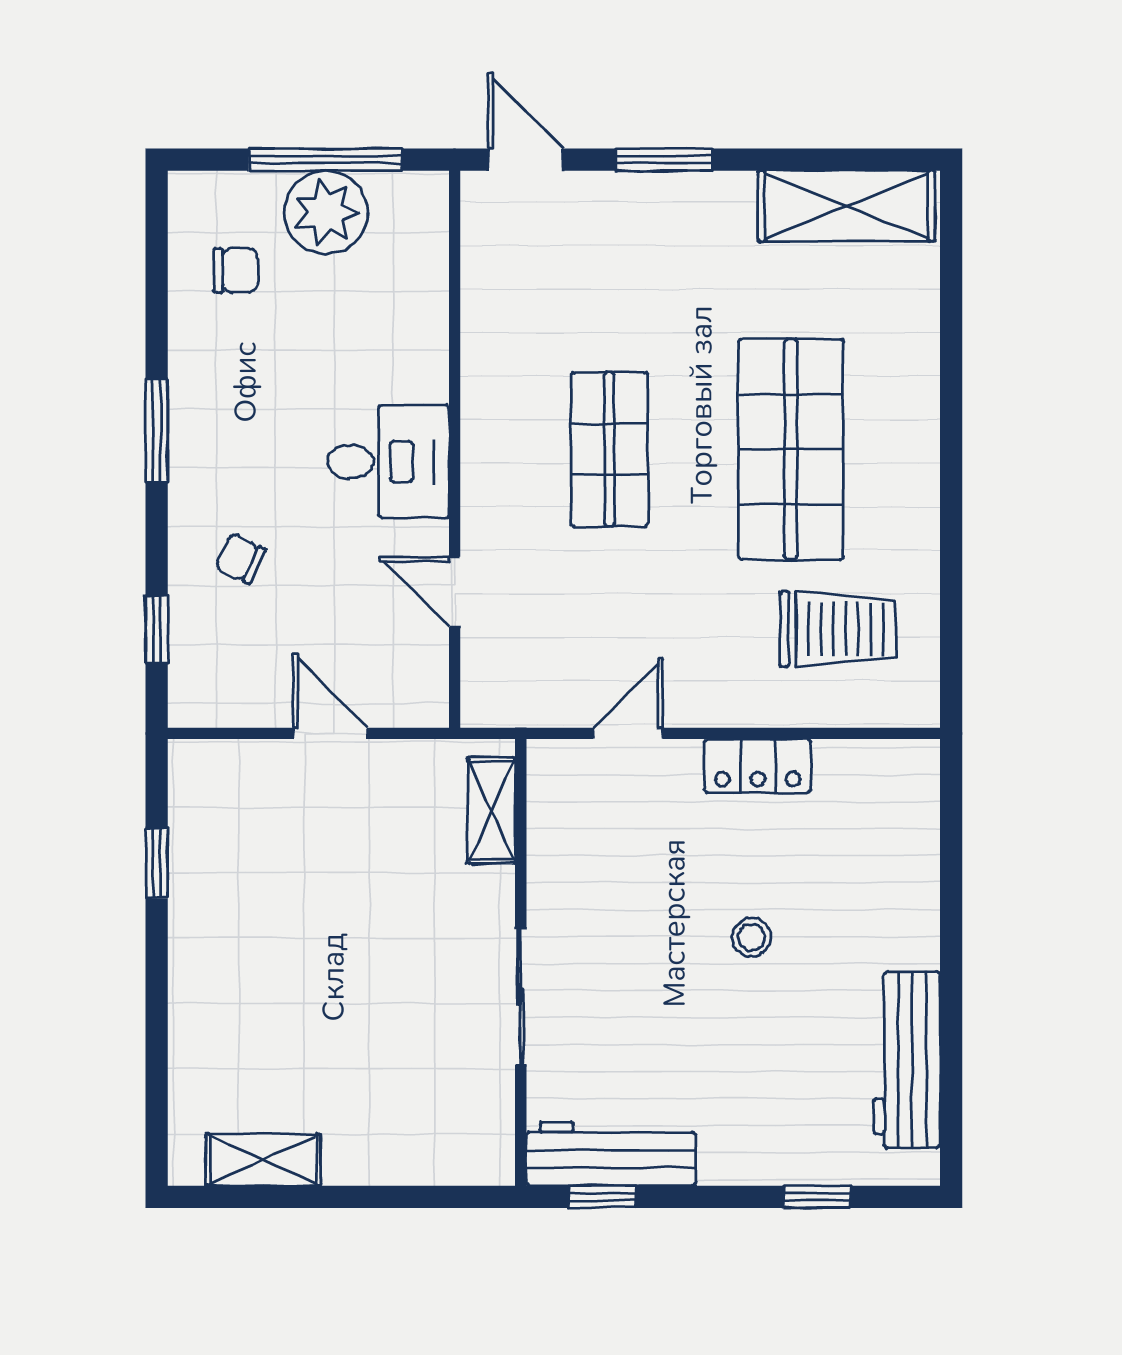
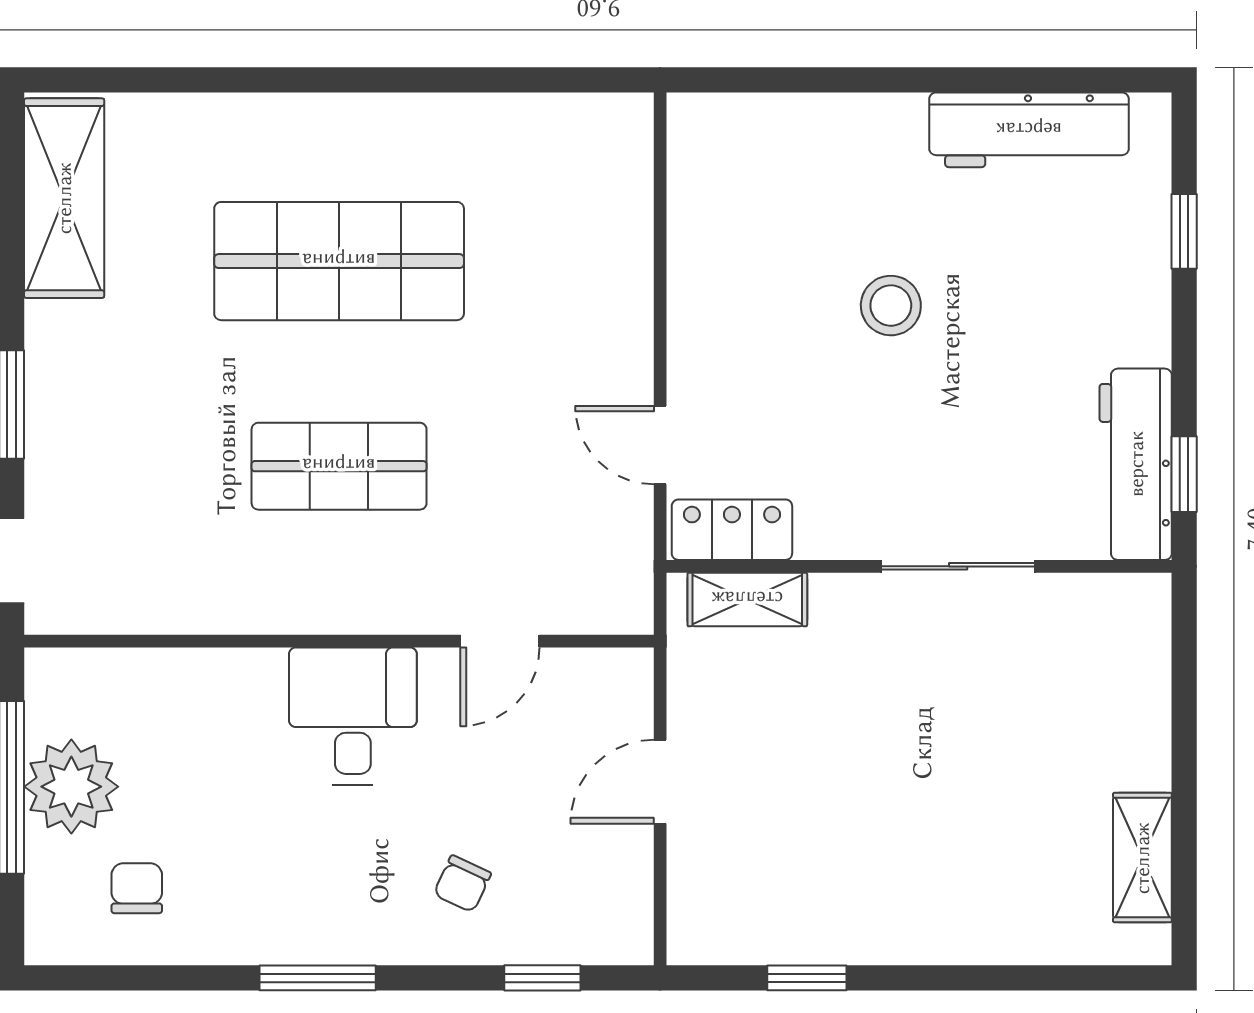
trolley: (838, 629) -> (542, 208), removed
locker: (758, 766) -> (732, 530), moved, turned -90
stool: (751, 937) -> (891, 306), width x1.37, depth x1.37

